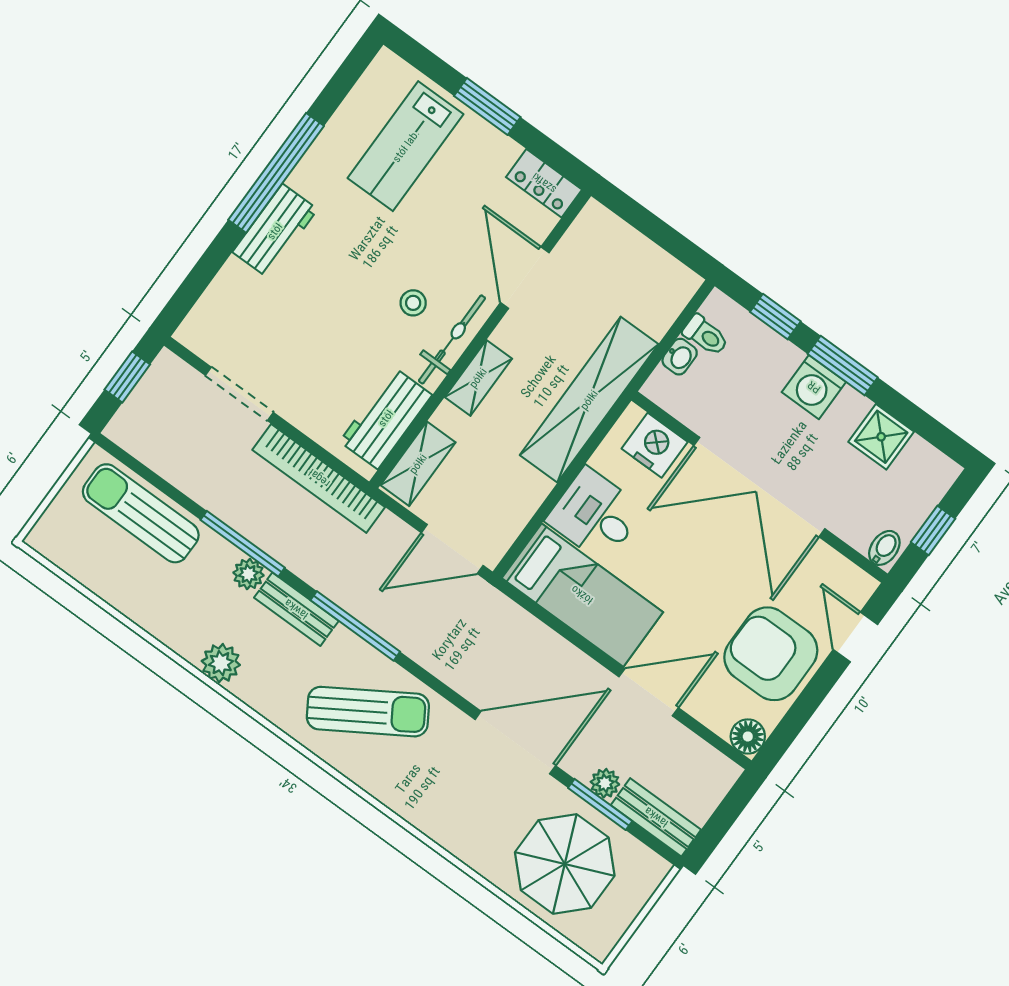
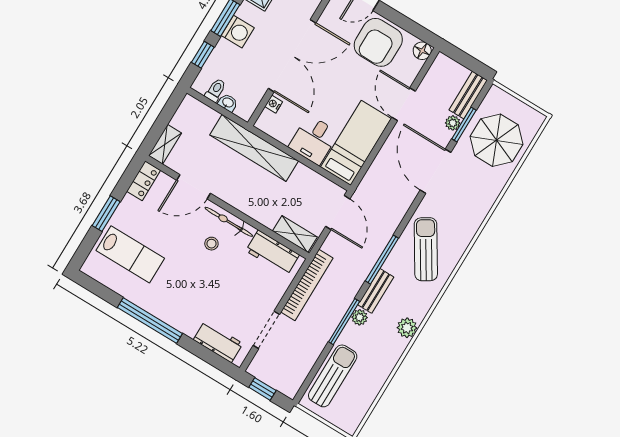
workbench: (275, 231) -> (218, 342), moved
shelving: (478, 378) -> (165, 144), moved, turned 90
nightstand: (655, 445) -> (274, 104), width x0.53, depth x0.56
sun lounger: (141, 513) -> (333, 376), turned 180

